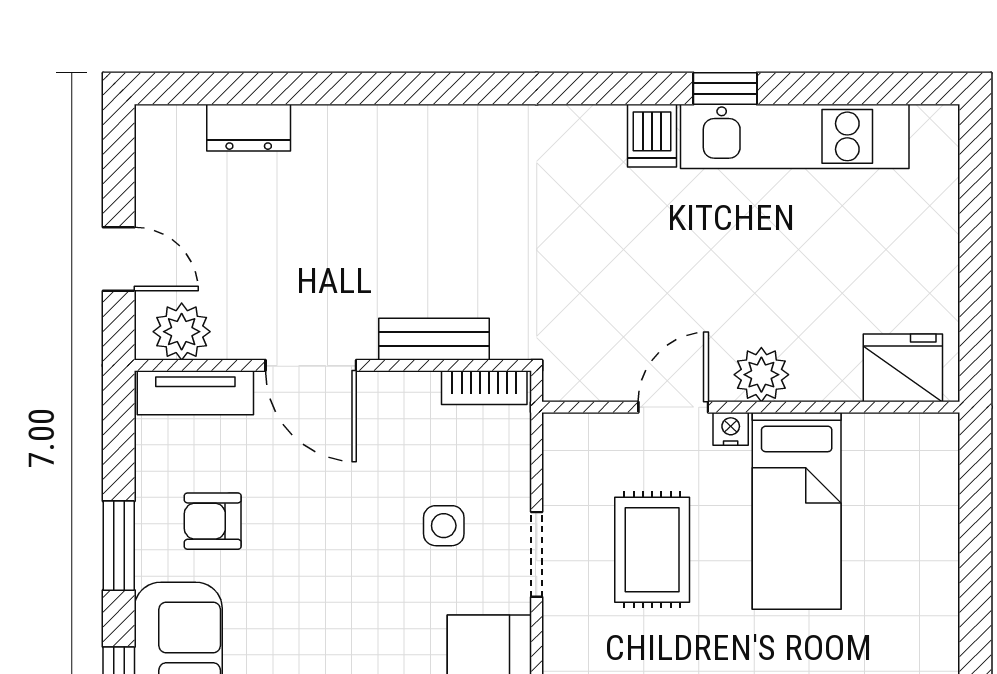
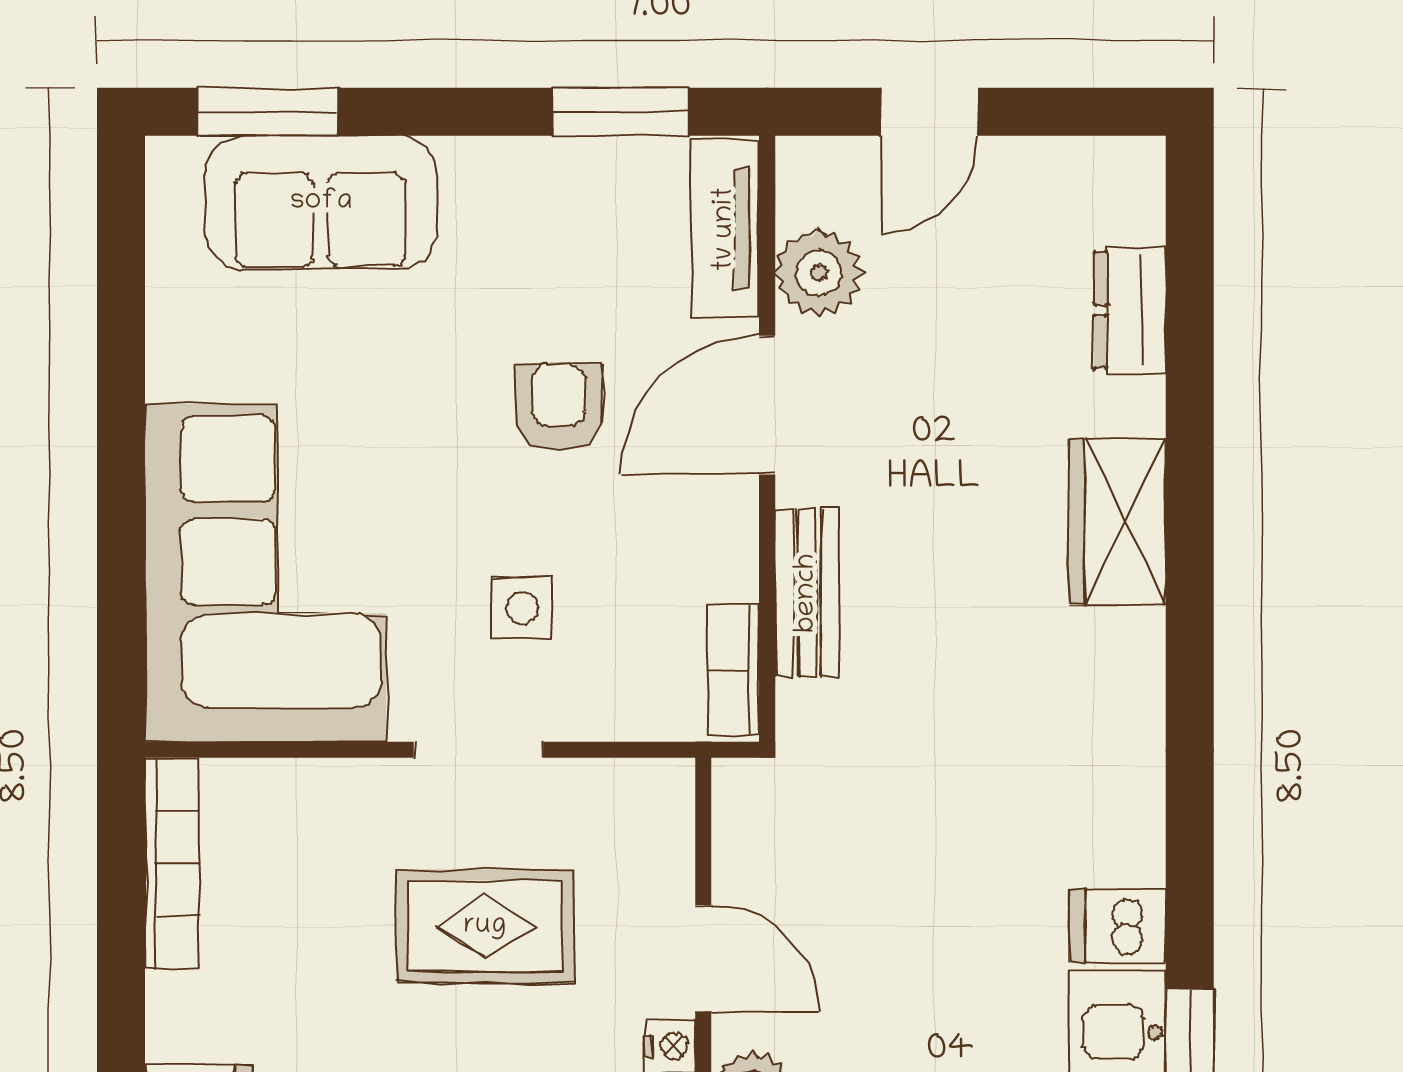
wardrobe: (387, 136) -> (1117, 521), added
plant: (182, 332) -> (819, 273), moved
armchair: (213, 521) -> (559, 407), moved
window: (119, 546) -> (620, 112), moved

